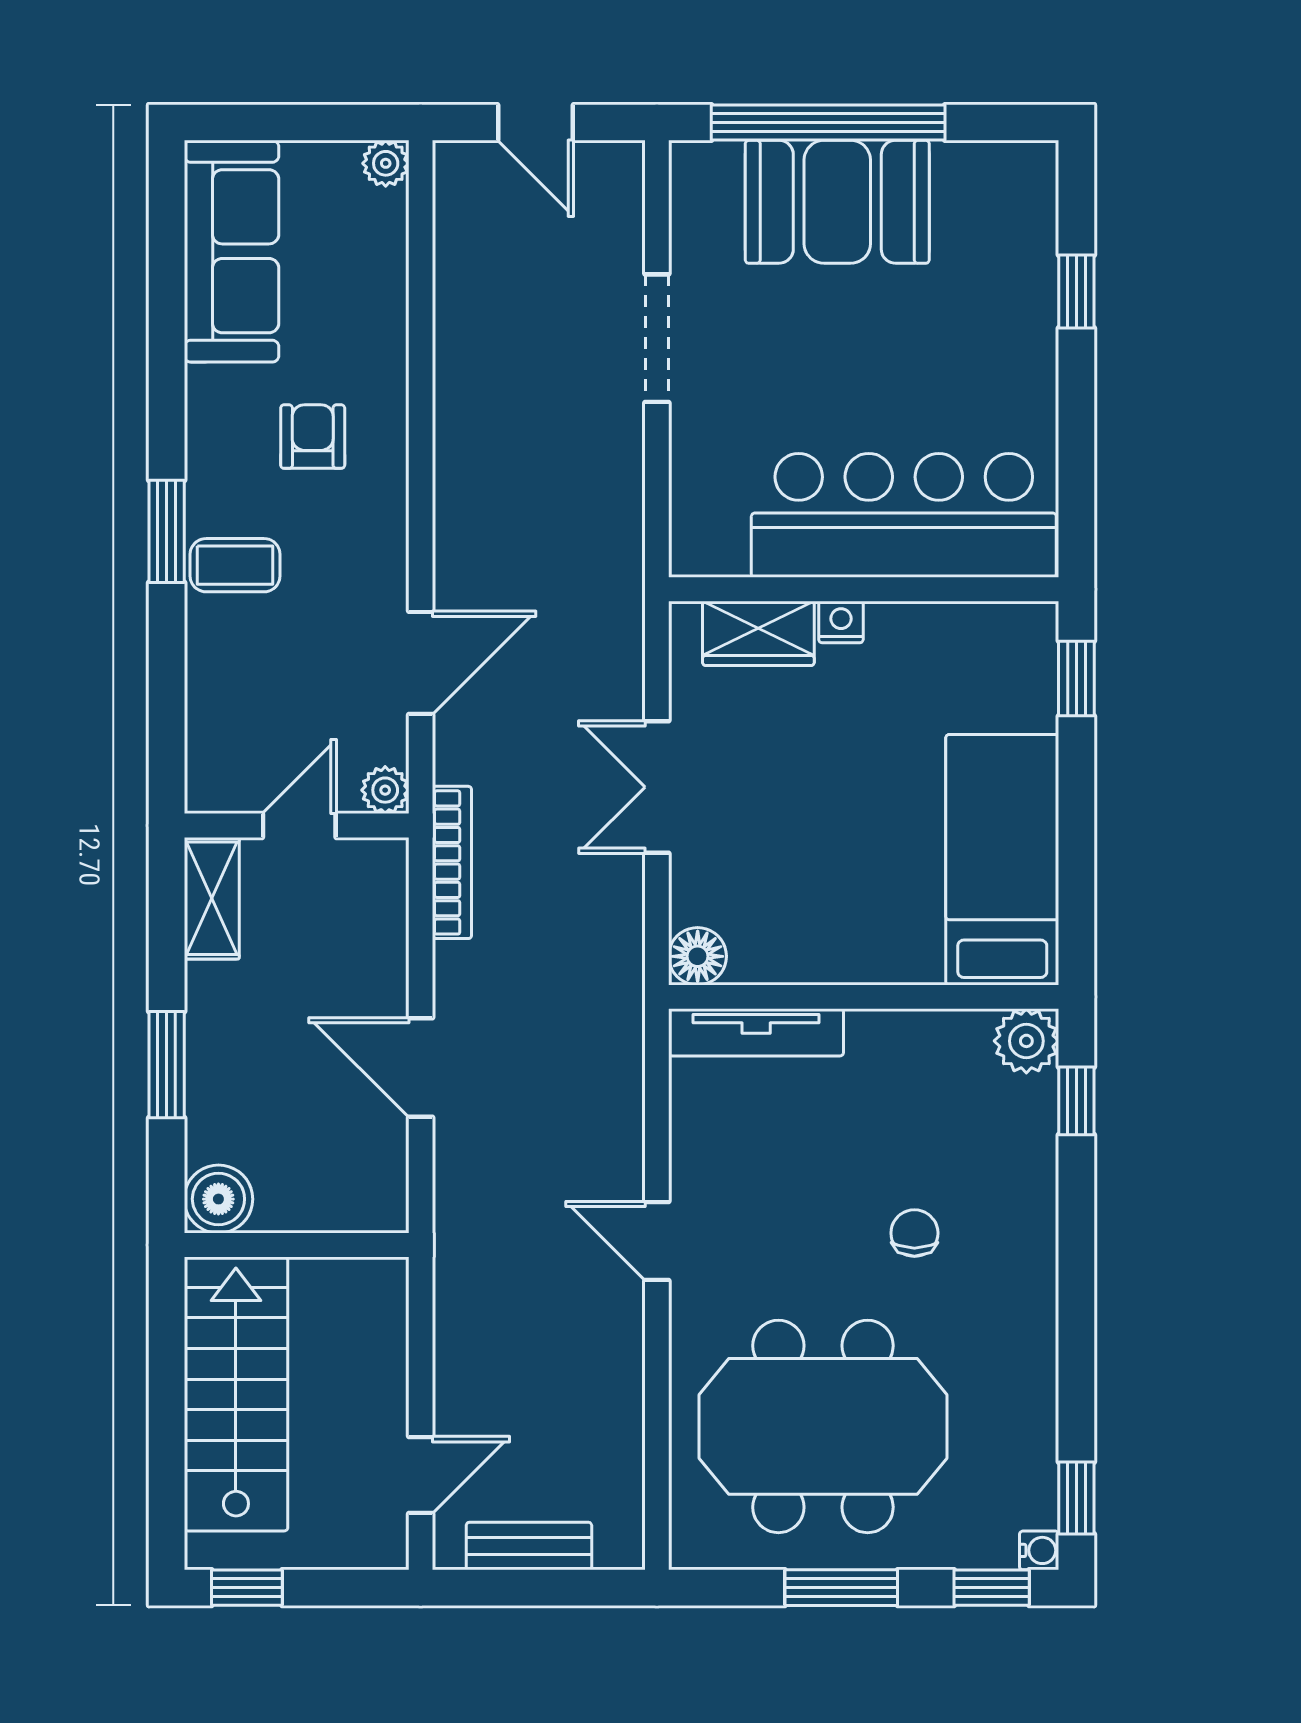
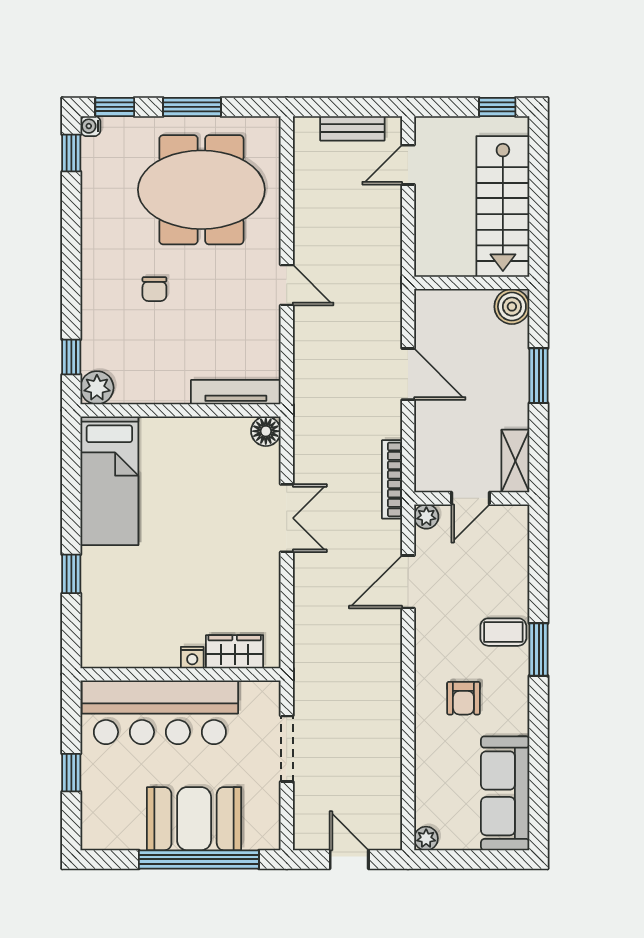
bar counter: (904, 515) -> (160, 712), moved
wall: (864, 589) -> (181, 674), moved
nightstand: (841, 622) -> (192, 658), moved
wardrobe: (758, 633) -> (235, 652), moved

